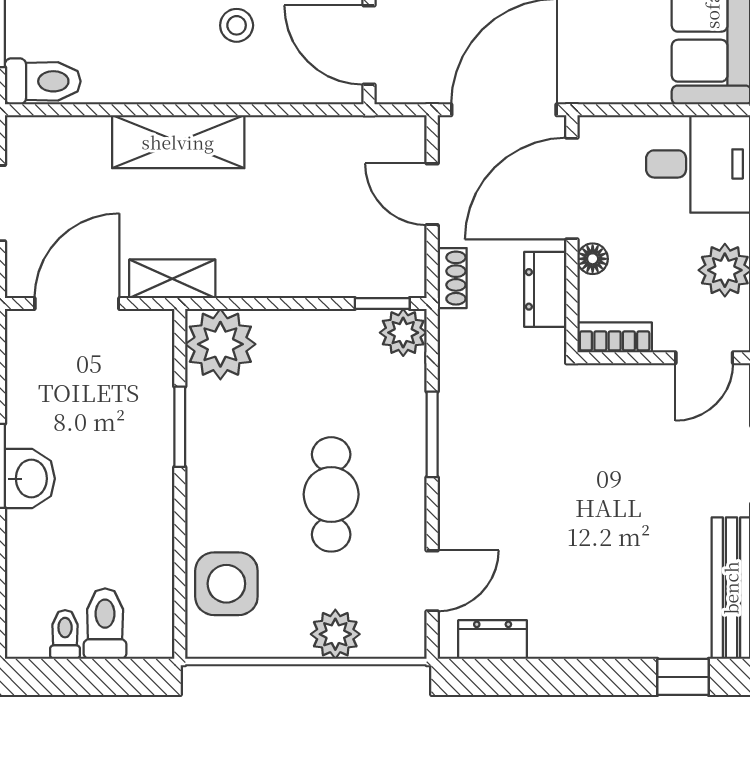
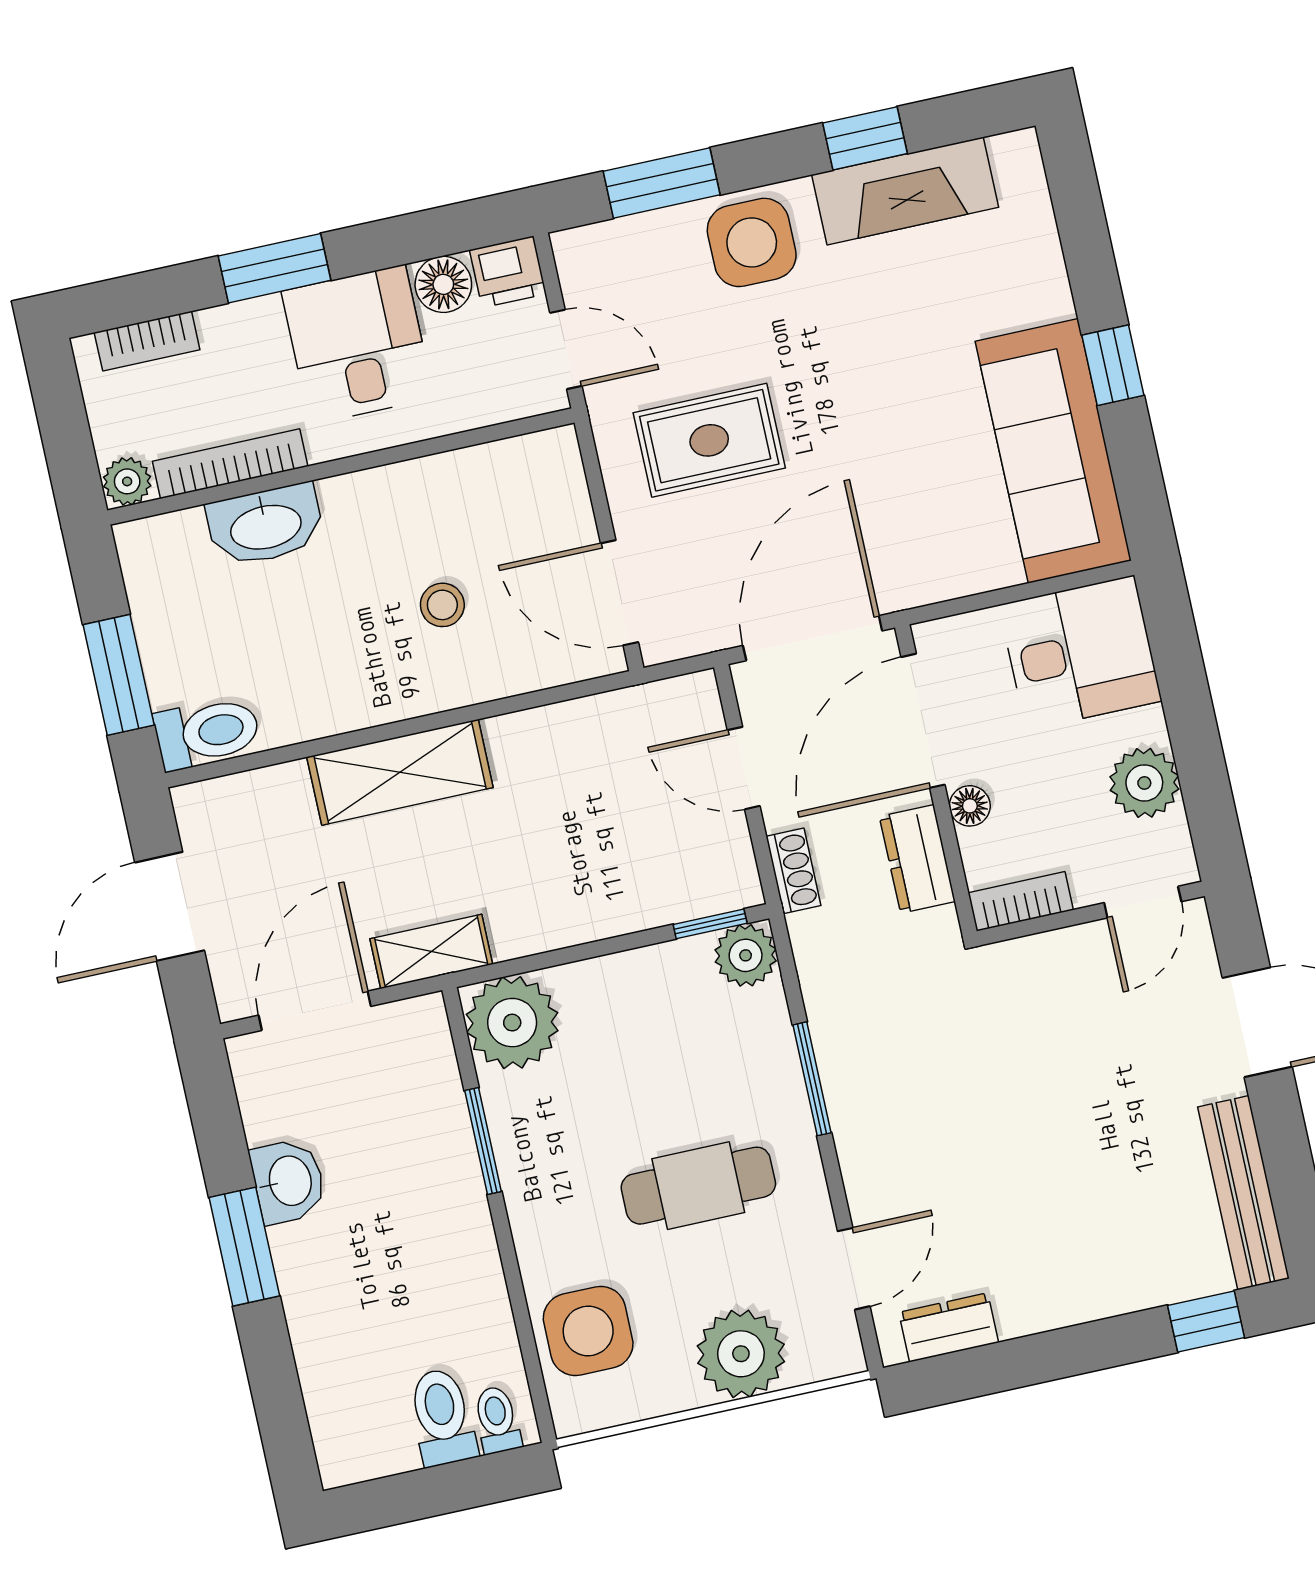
washbasin: (30, 479) -> (288, 1181), moved
cafe table: (331, 494) -> (698, 1186), turned 90
toilet: (65, 634) -> (497, 1420), moved
plant: (335, 634) -> (741, 1354), width x1.36, depth x1.36

